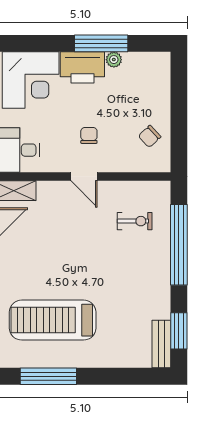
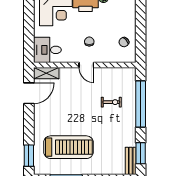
exercise bike: (135, 221) -> (111, 102), moved
treadmill: (53, 320) -> (68, 147), turned 180

